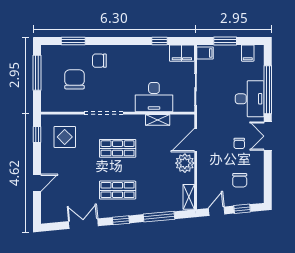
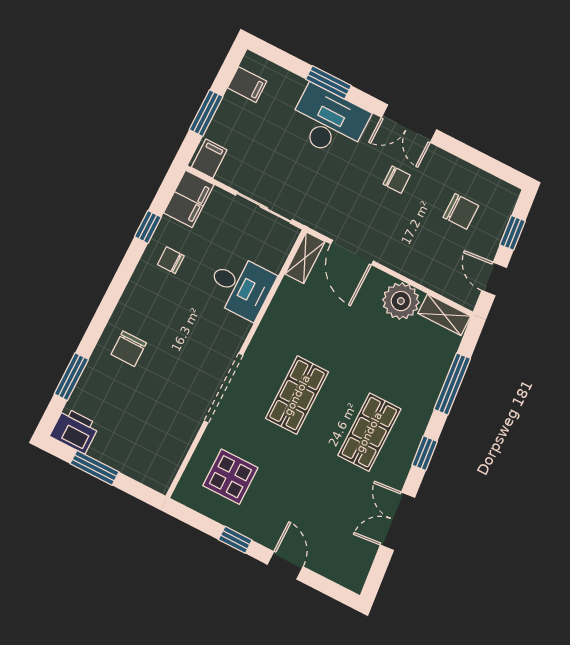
printer: (49, 55) -> (75, 431), added
window: (37, 73) -> (94, 468), width x0.69
chair: (74, 79) -> (171, 260), moved, width x0.54, depth x0.54
window: (268, 90) -> (329, 82), width x0.47
desk: (154, 97) -> (240, 286), width x0.73
shelving: (158, 120) -> (305, 258), moved
window: (37, 134) -> (235, 540), moved
plant: (185, 163) -> (401, 301), moved

